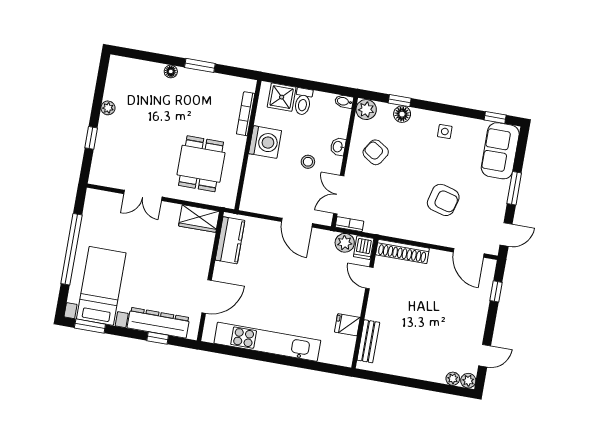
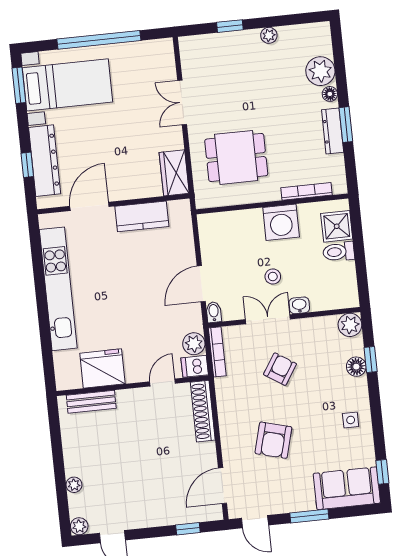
plant: (150, 74) -> (320, 71), added
dresser: (202, 78) -> (333, 131), added
bidet: (344, 101) -> (214, 312), moved
armchair: (376, 152) -> (280, 369), moved
double door: (339, 195) -> (268, 319), moved
bookcase: (350, 224) -> (217, 352), width x1.56
kitchen counter: (230, 240) -> (142, 216), moved
door: (207, 297) -> (89, 206), swing flipped
fridge: (347, 325) -> (102, 368), width x1.88, depth x1.34
plant: (453, 379) -> (74, 485), moved

